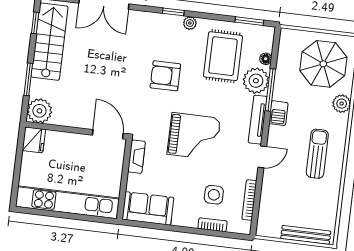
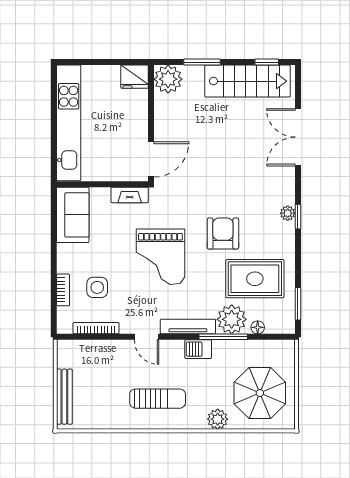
plant: (190, 23) -> (288, 213), moved
armchair: (165, 76) -> (223, 234), moved

